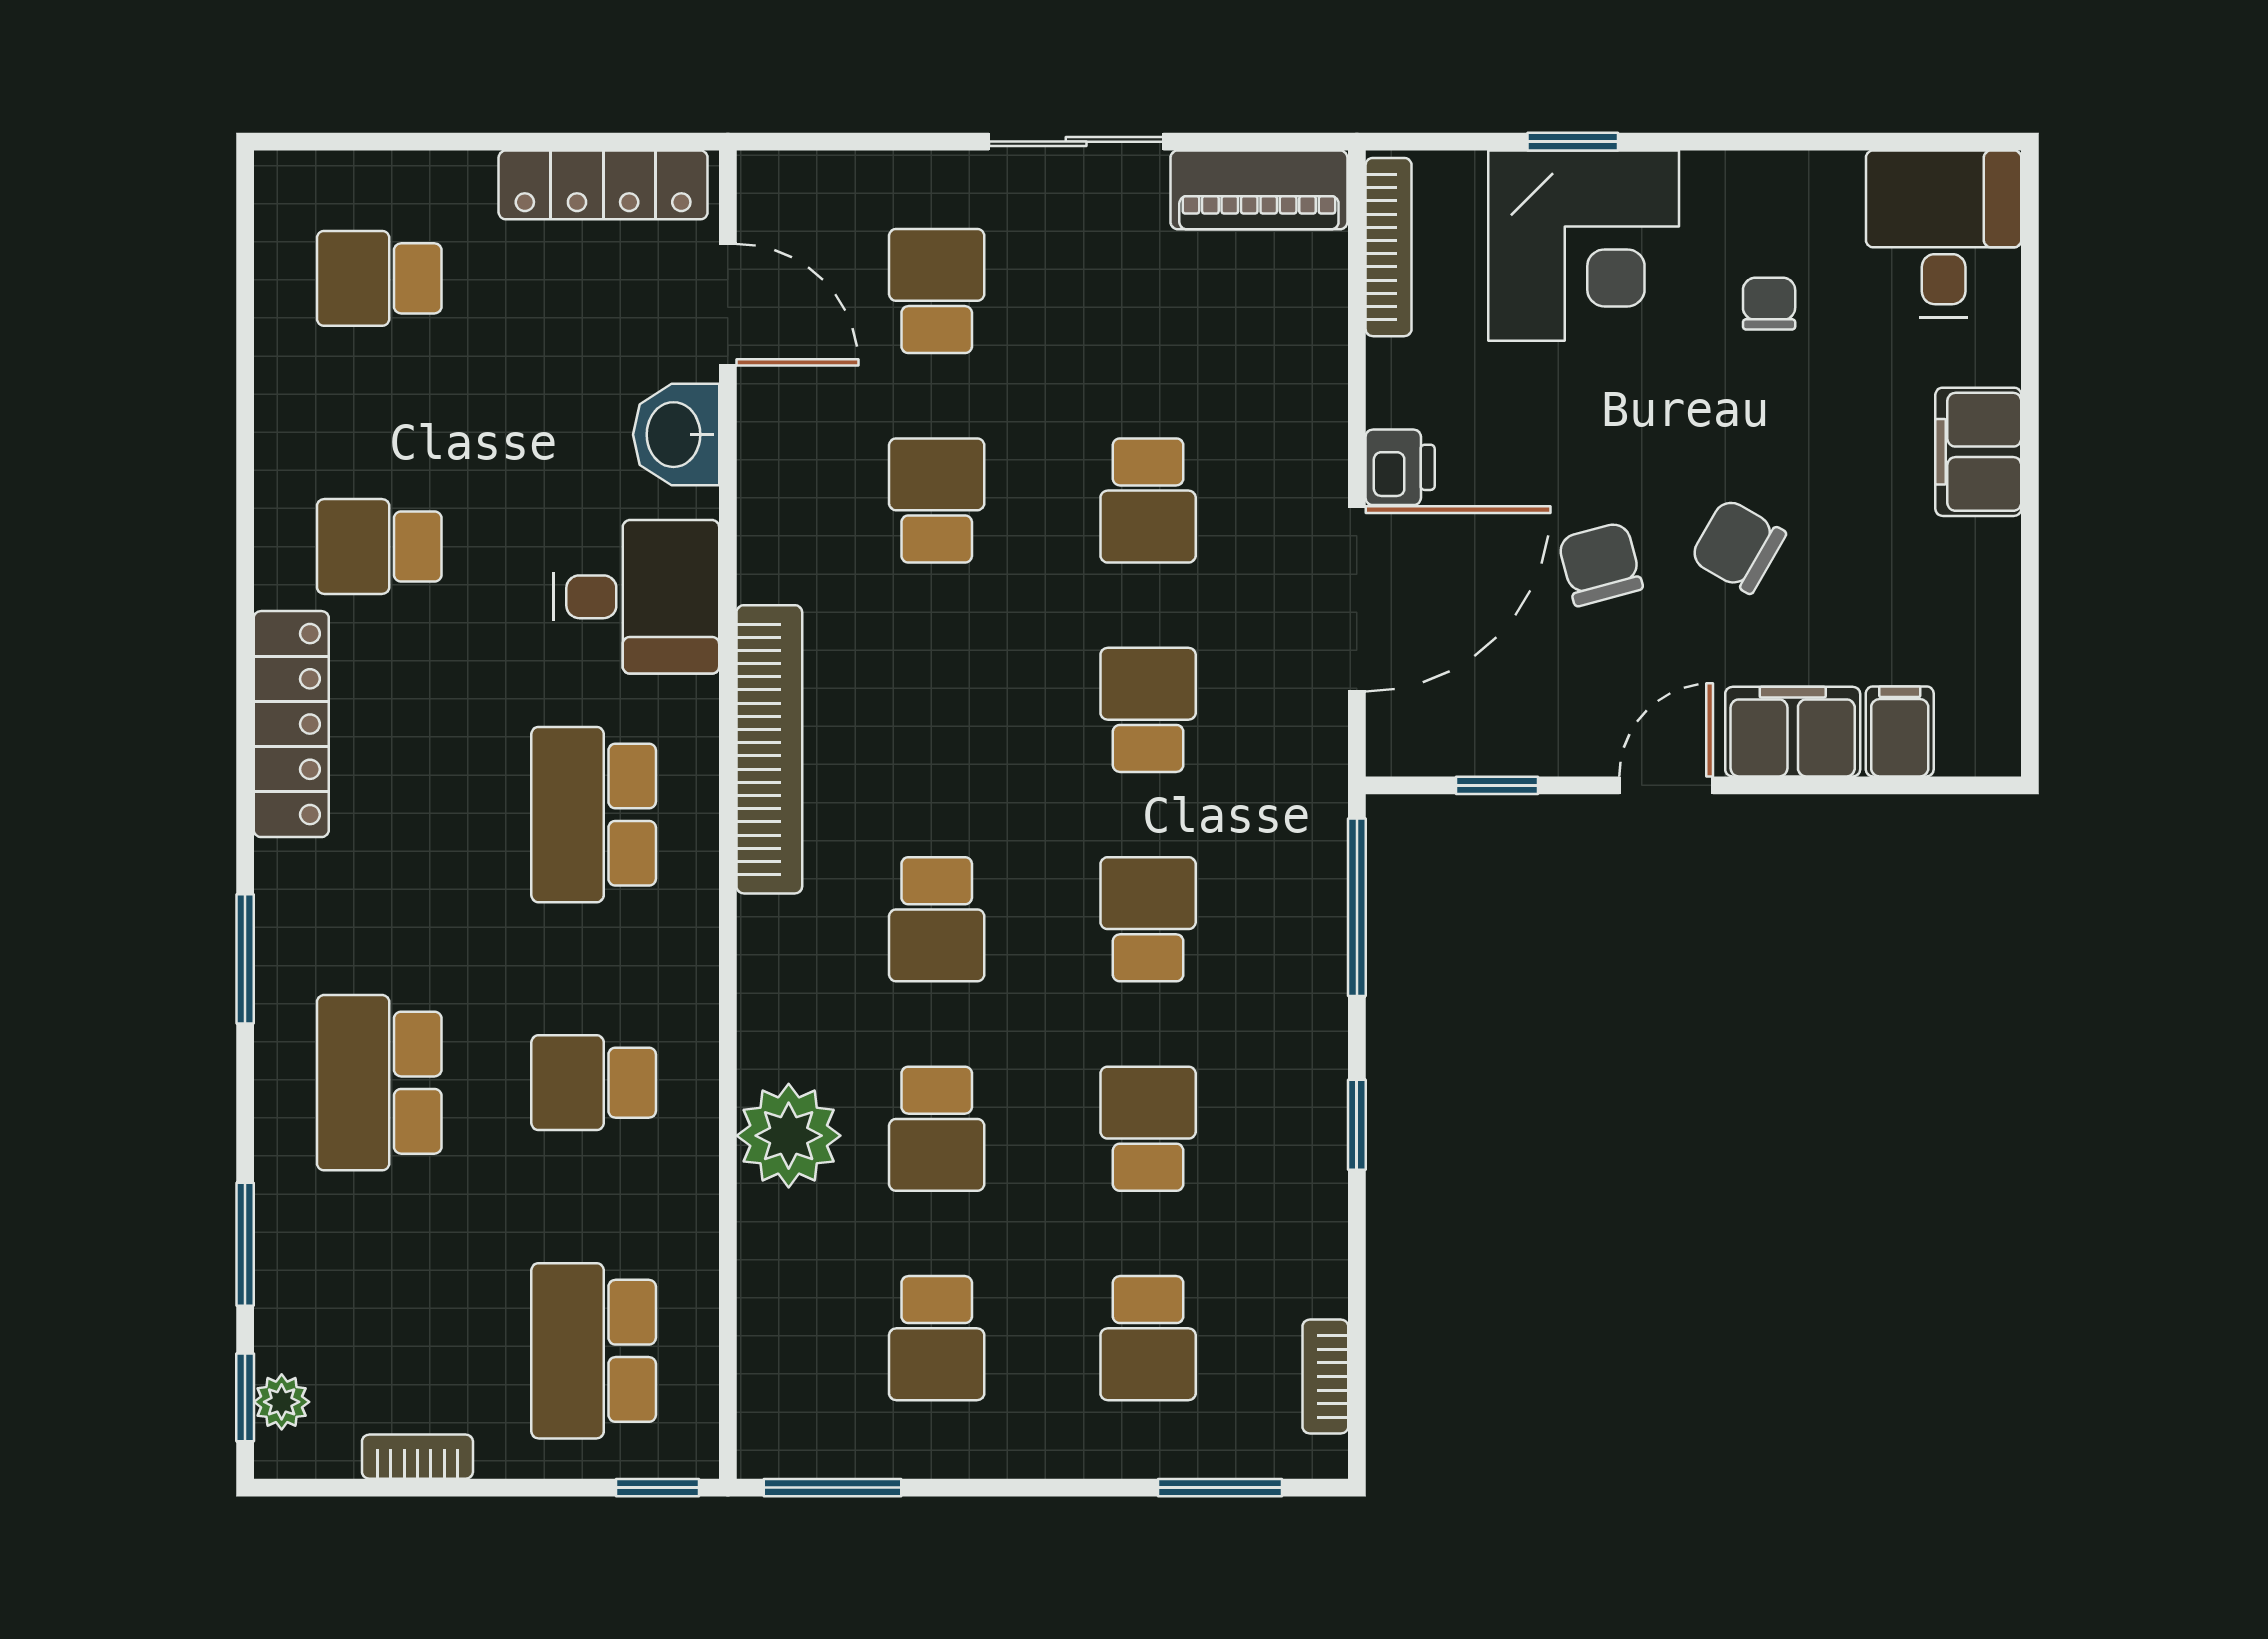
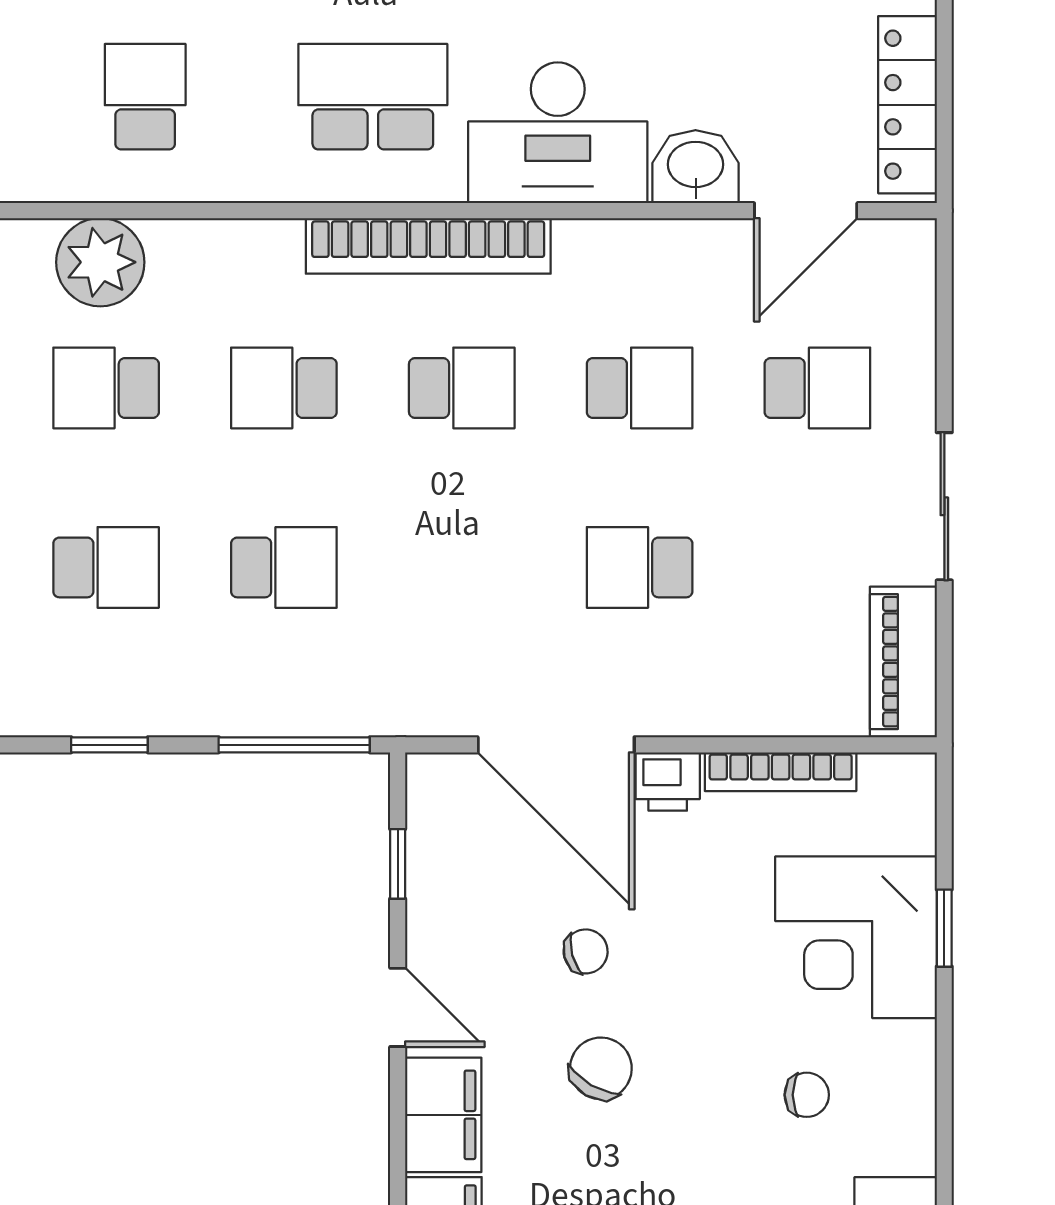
bookcase: (1389, 247) -> (781, 772), moved
chair: (1600, 564) -> (586, 951), width x0.73, depth x0.73
desk: (636, 597) -> (558, 133), width x1.37
school desk: (1148, 710) -> (462, 388), moved

